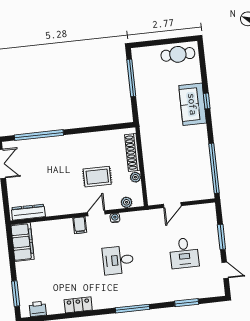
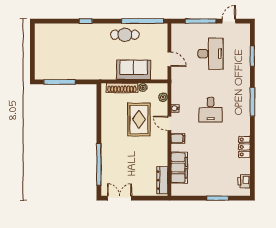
cafe table: (178, 54) -> (125, 35), moved, turned 90
sofa: (193, 104) -> (133, 70), moved, turned 180
rug: (97, 177) -> (139, 119), width x1.36, depth x1.43
window: (221, 237) -> (201, 21), width x1.44
filing cabinet: (22, 242) -> (179, 168), moved, turned 90
desk: (184, 253) -> (211, 54), width x1.37
window: (16, 294) -> (218, 198), moved

